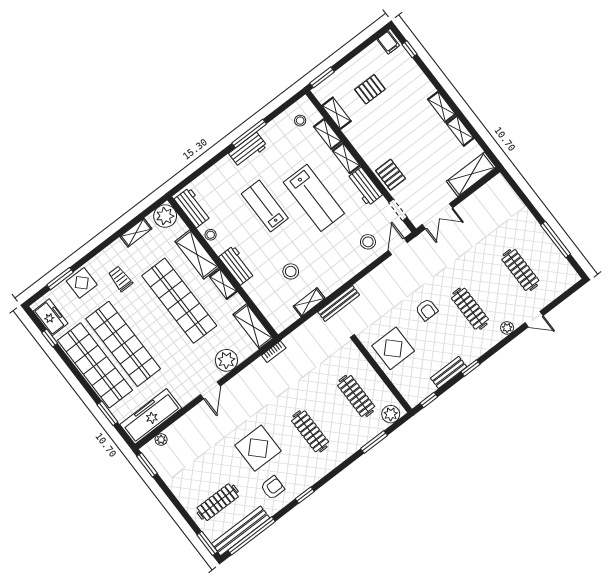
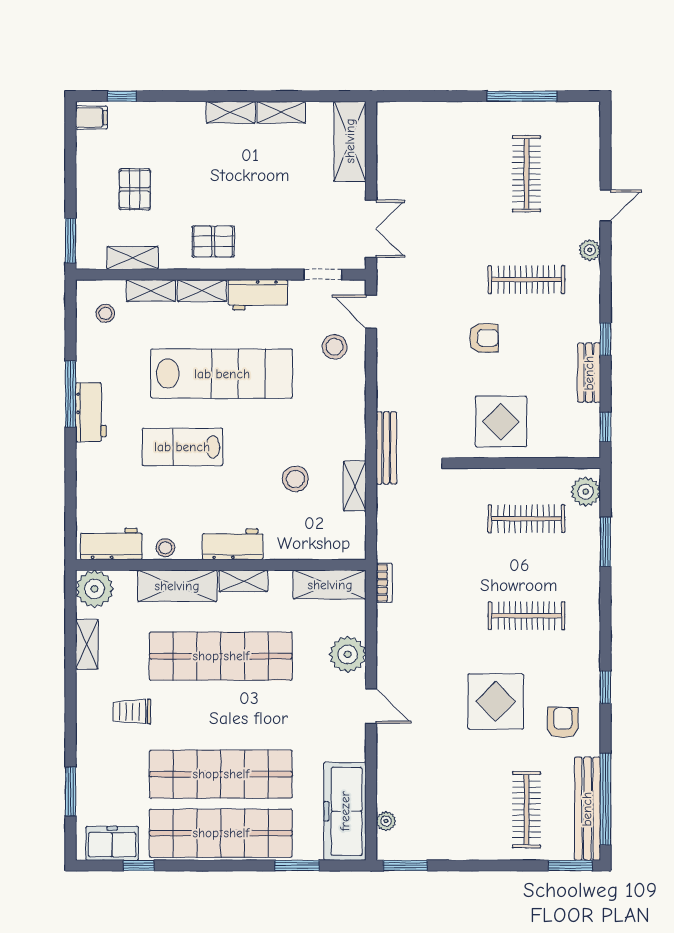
pallet: (391, 175) -> (213, 241), moved
lab bench: (314, 198) -> (222, 374), width x1.36
clothes rail: (520, 270) -> (526, 174), turned 90
display table: (82, 283) -> (98, 767), removed

